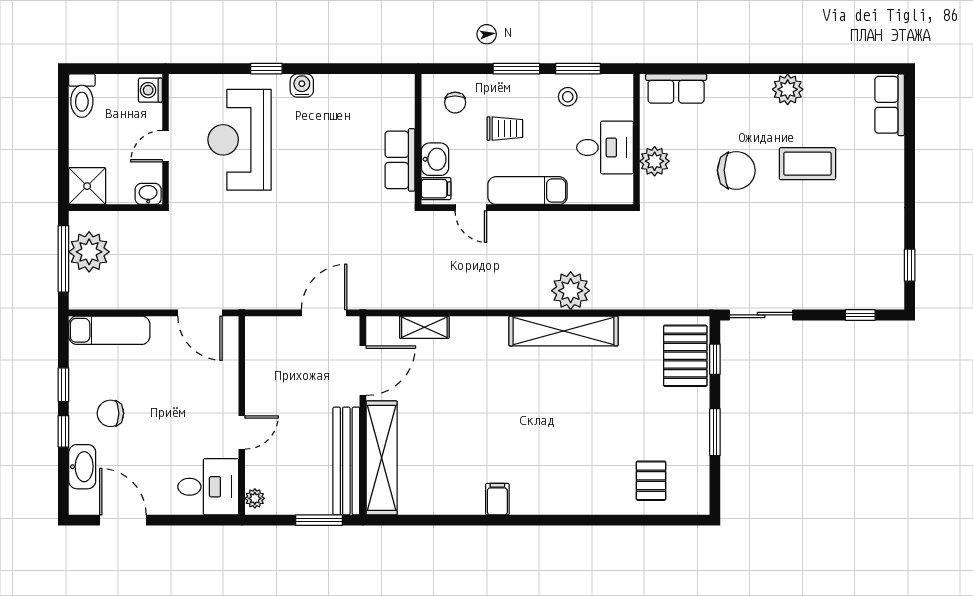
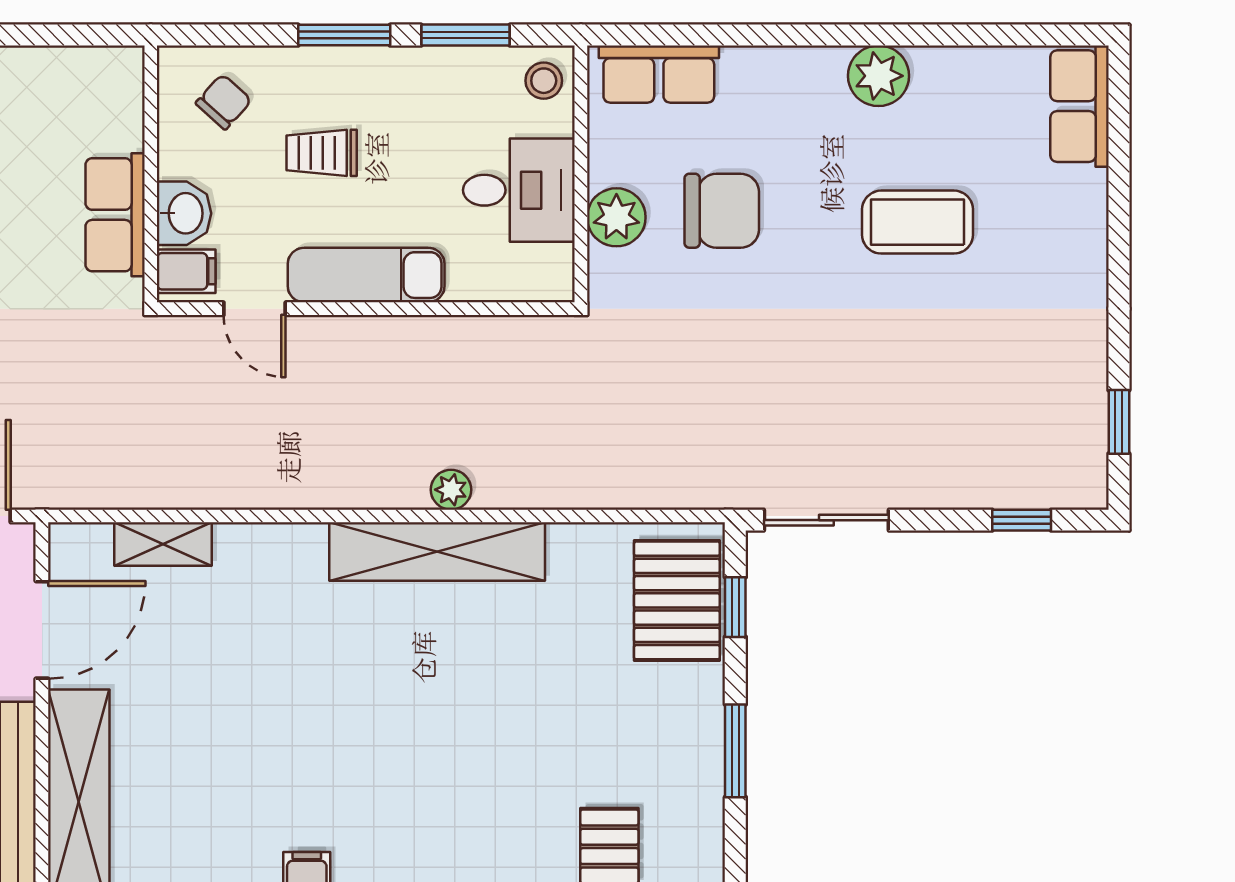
stool: (568, 97) -> (544, 81), moved
chair: (455, 103) -> (224, 102), turned -138
trolley: (505, 129) -> (322, 153), turned 180
chair: (736, 170) -> (722, 211), moved
plant: (571, 291) -> (451, 490), width x0.53, depth x0.53

